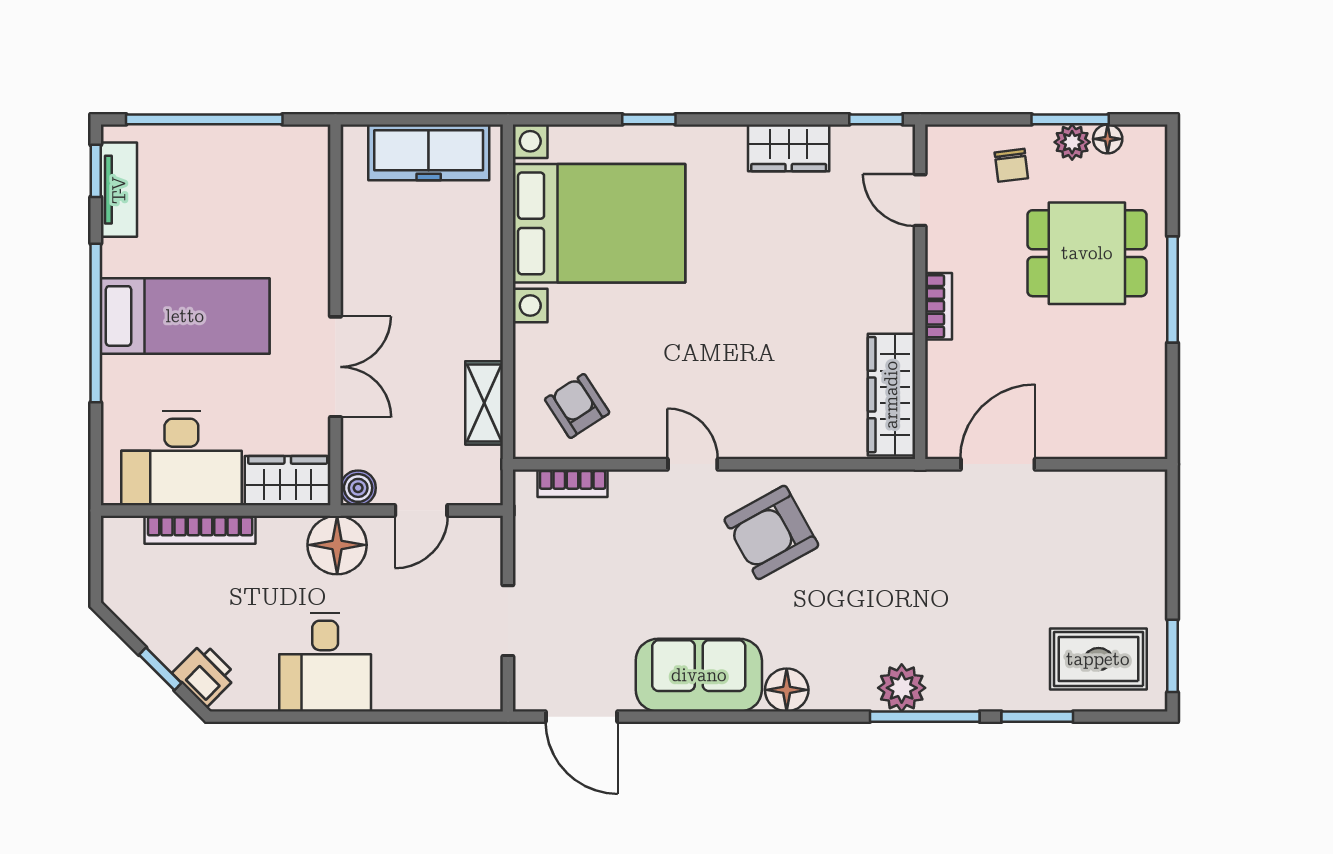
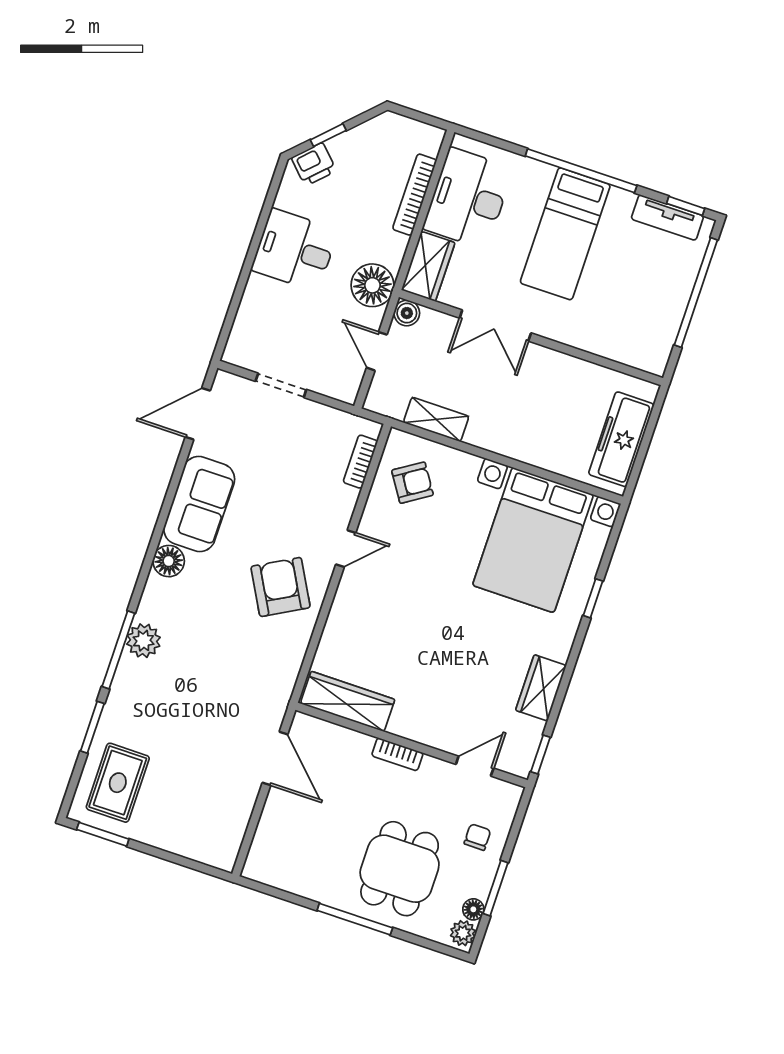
plant: (1072, 142) -> (463, 933), moved
chair: (1011, 165) -> (477, 837), turned 97

